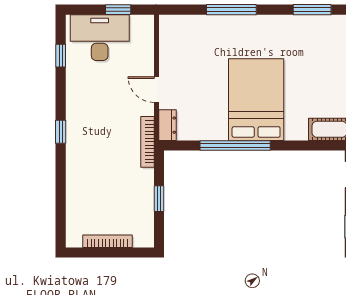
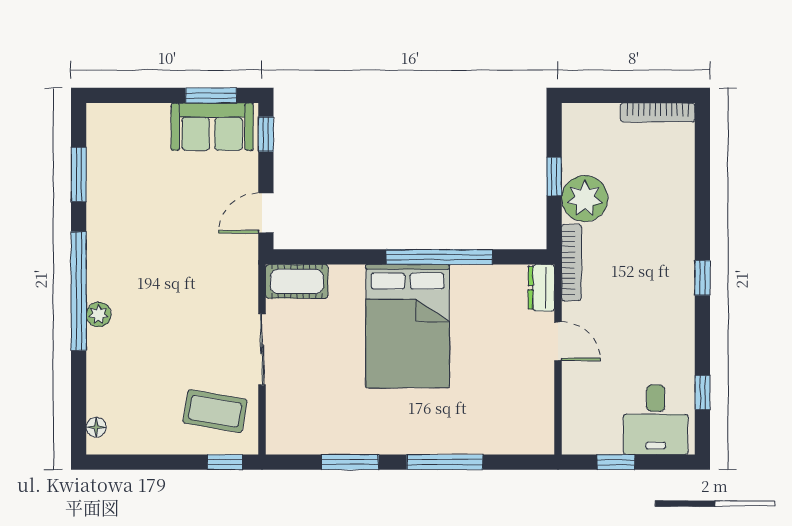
window: (312, 10) -> (350, 462), moved
desk: (100, 38) -> (656, 420), width x0.73
plant: (139, 184) -> (585, 199), added
bookcase: (108, 241) -> (658, 112), moved

